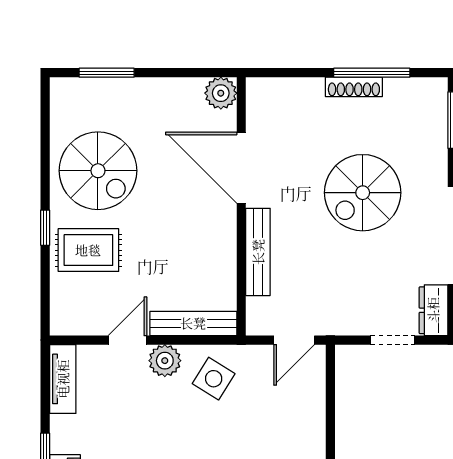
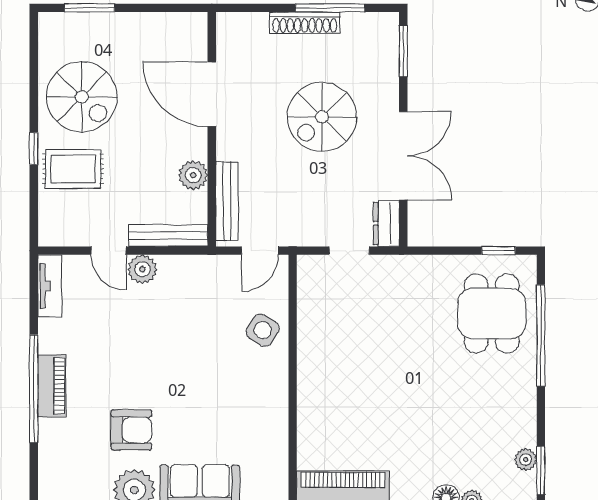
shoe rack: (354, 87) -> (305, 23), width x1.36, depth x1.24
plant: (221, 93) -> (193, 175), moved
bench: (258, 252) -> (227, 201), moved
door: (127, 340) -> (108, 251), swing flipped
side table: (214, 379) -> (263, 330), moved

